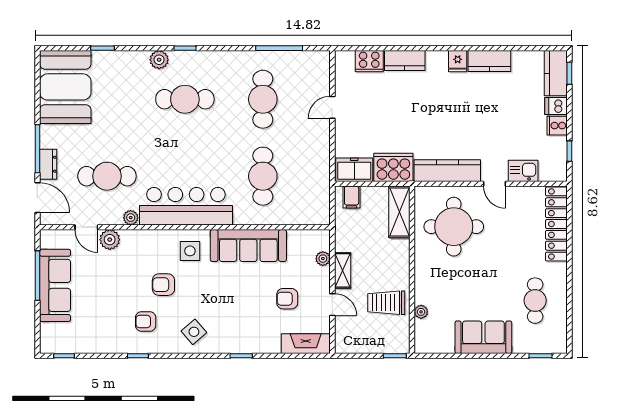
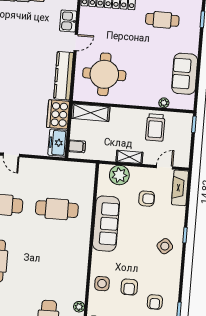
bar counter: (186, 206) -> (74, 266), removed
side table: (190, 251) -> (102, 284), moved
plant: (323, 259) -> (119, 175), width x1.88, depth x1.88
armchair: (287, 299) -> (147, 199), turned -90
door: (332, 305) -> (164, 167), moved
side table: (194, 332) -> (165, 246), moved
sofa: (483, 337) -> (185, 74), moved

